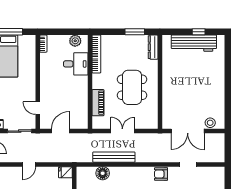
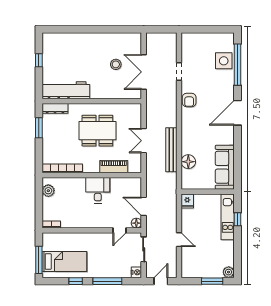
workbench: (194, 43) -> (66, 90), moved, turned -90
desk: (76, 64) -> (98, 190), moved
stool: (210, 123) -> (116, 64), moved
floor lamp: (45, 124) -> (136, 223), added
double door: (188, 131) -> (144, 72), swing flipped

